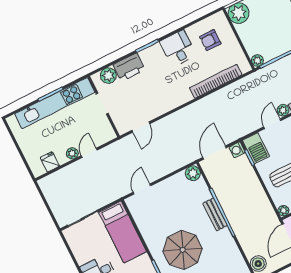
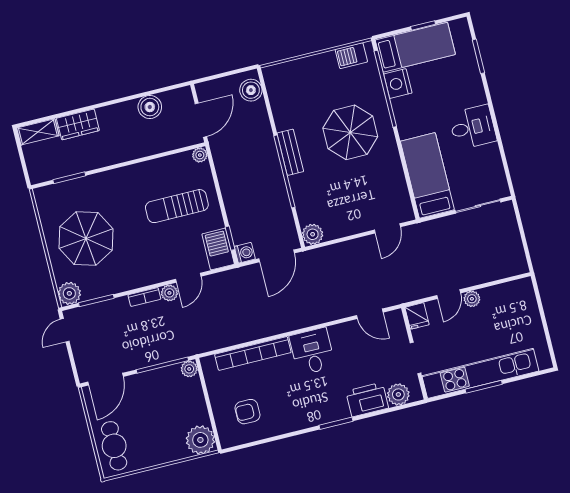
armchair: (210, 40) -> (248, 412), turned 180
desk: (178, 48) -> (312, 351), moved, turned 180
door: (141, 127) -> (370, 314), swing flipped
fridge: (50, 162) -> (417, 316), moved
bench: (215, 214) -> (290, 152), moved

